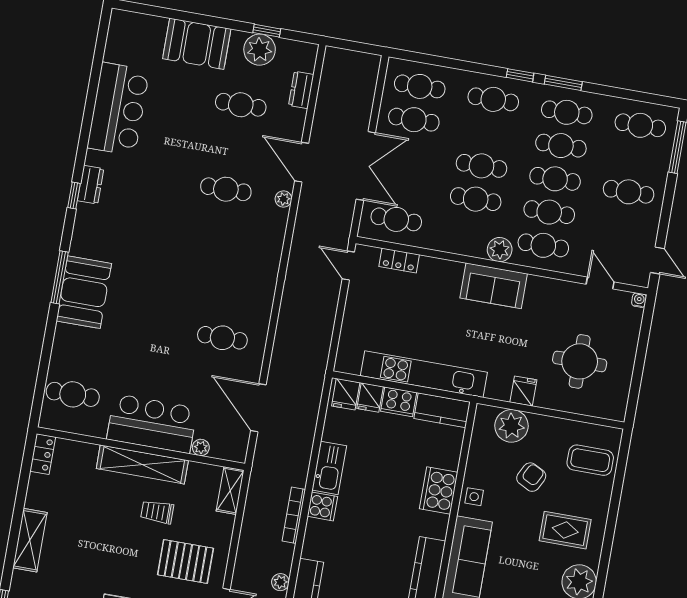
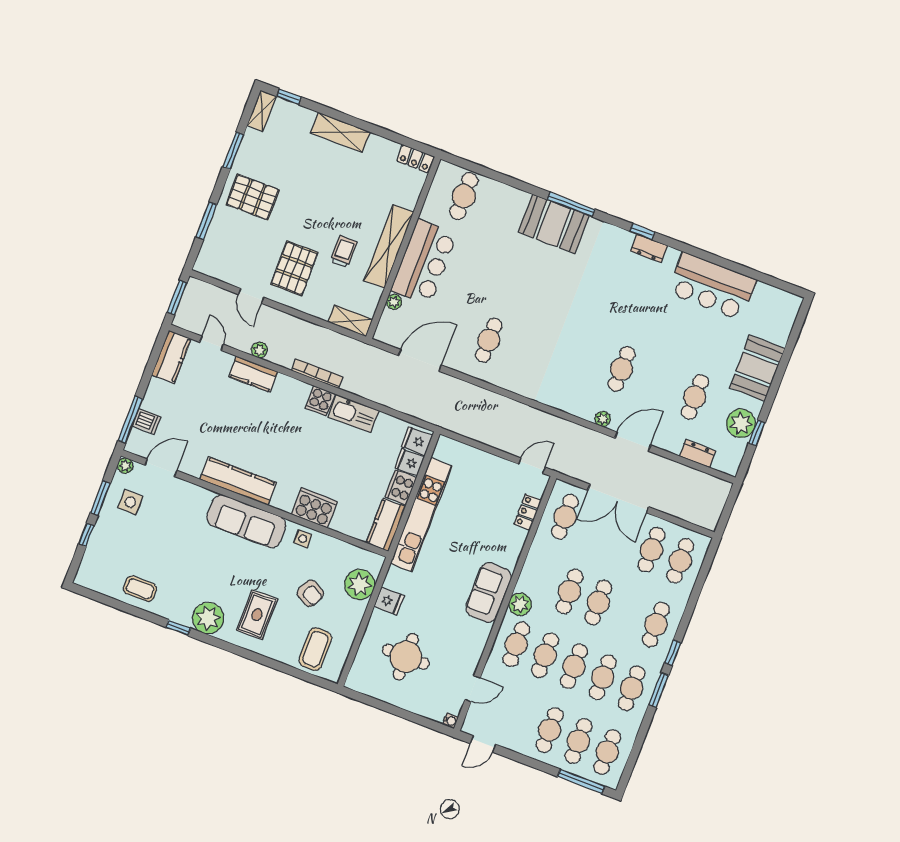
cafe table: (634, 159) -> (578, 741), added

